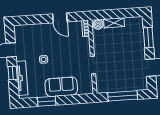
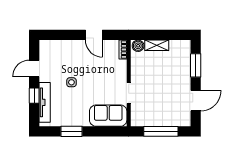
sofa: (61, 87) -> (108, 116), moved

